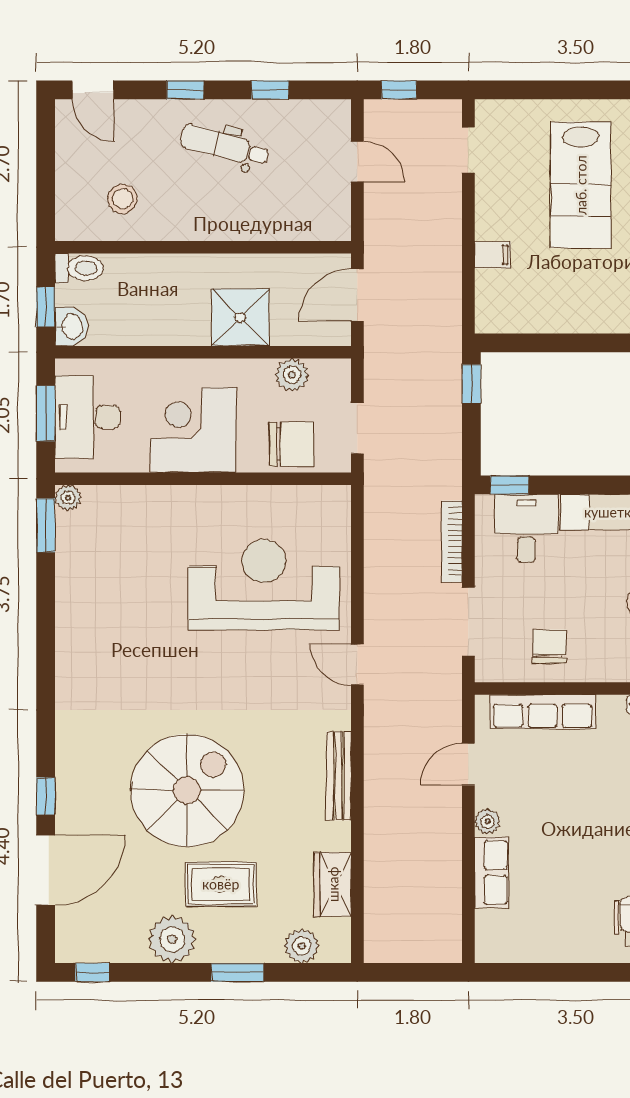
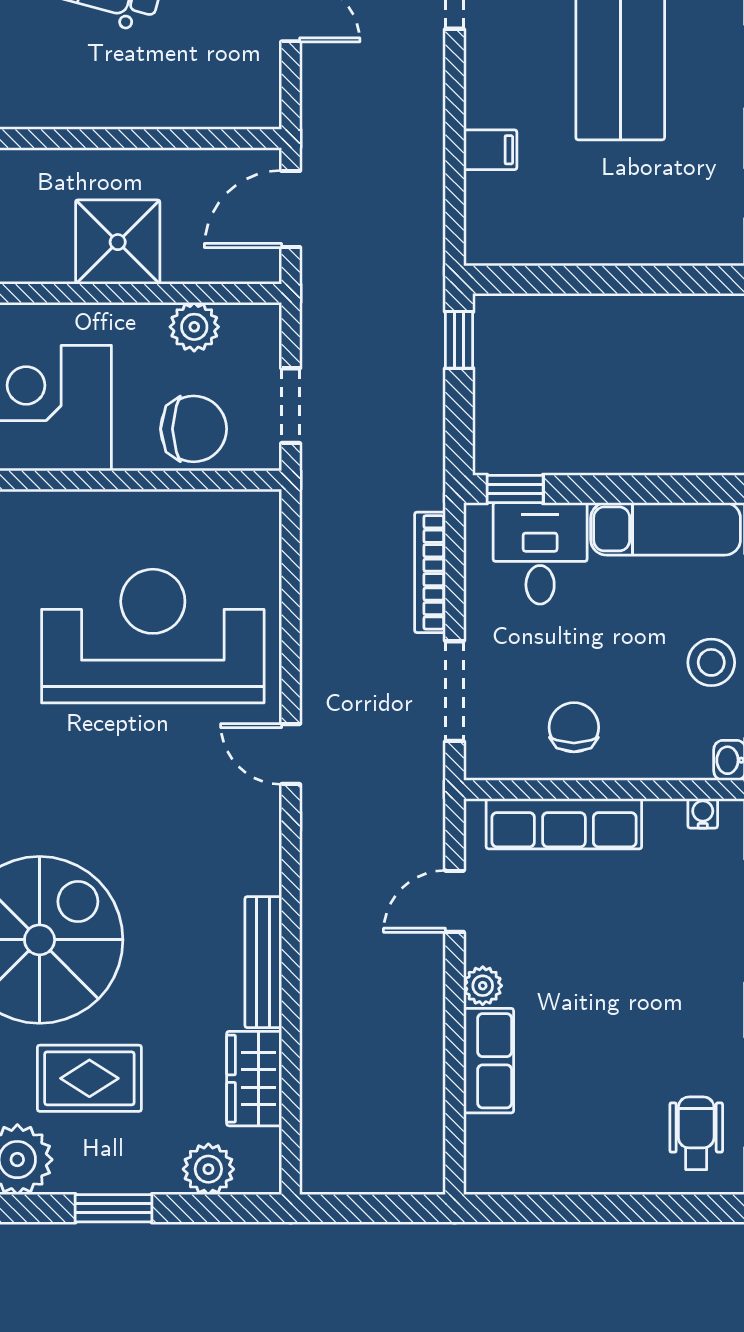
bench: (339, 776) -> (263, 962), moved

